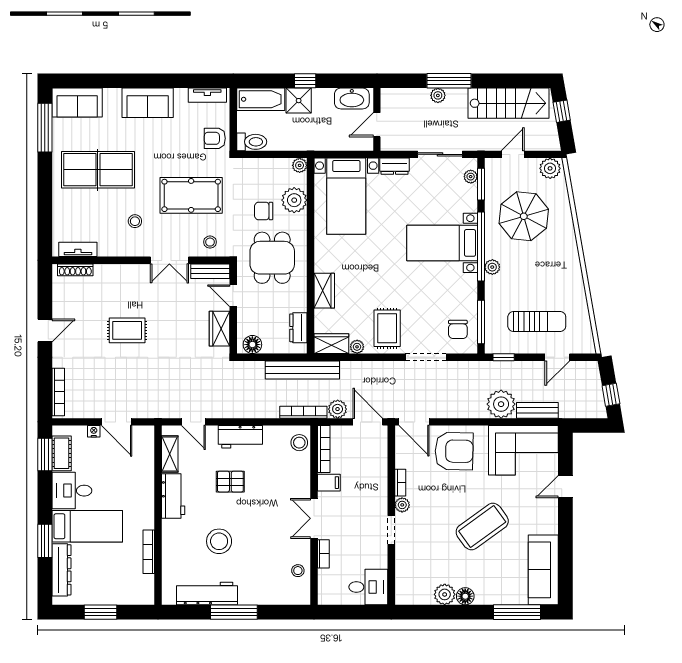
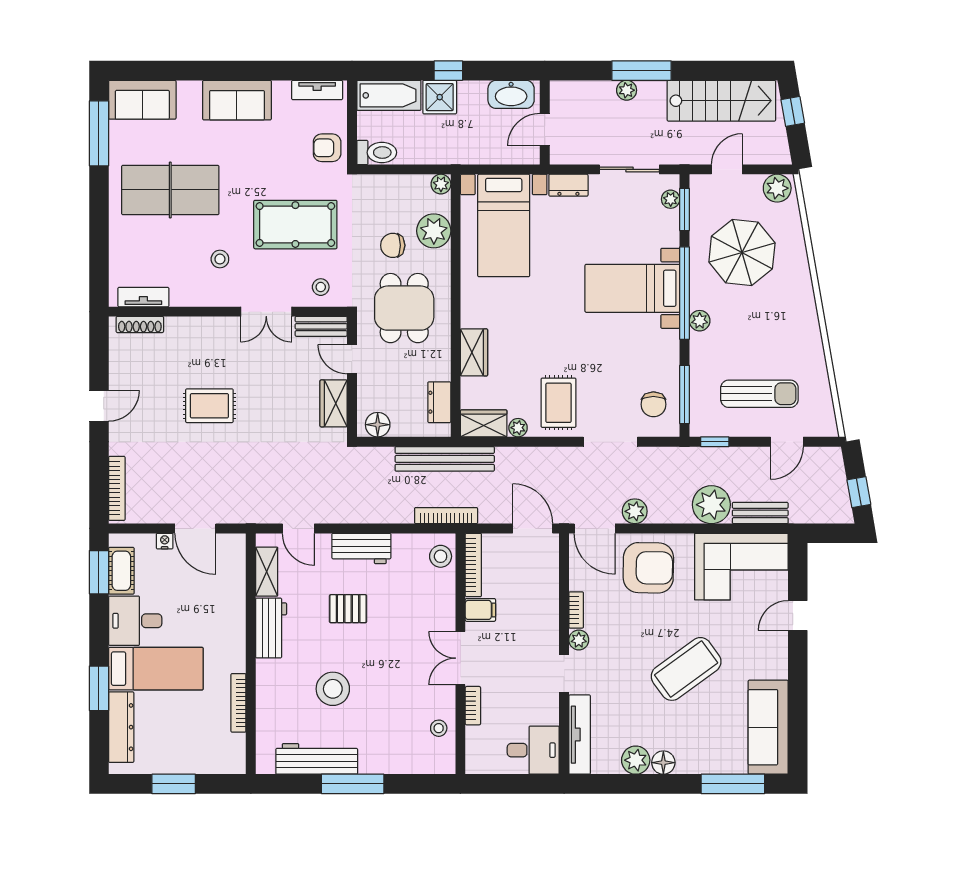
plant: (338, 409) -> (635, 511), moved
tv unit: (403, 575) -> (580, 735), added

